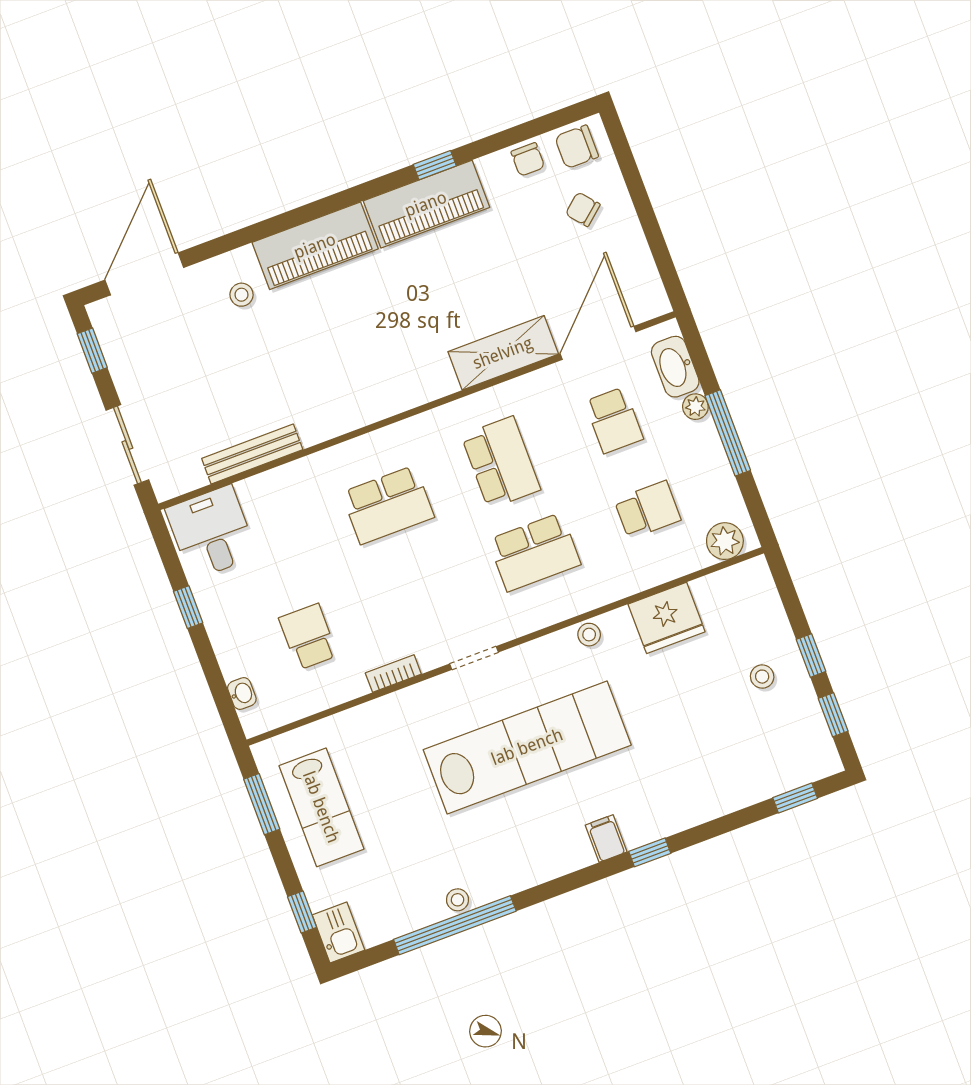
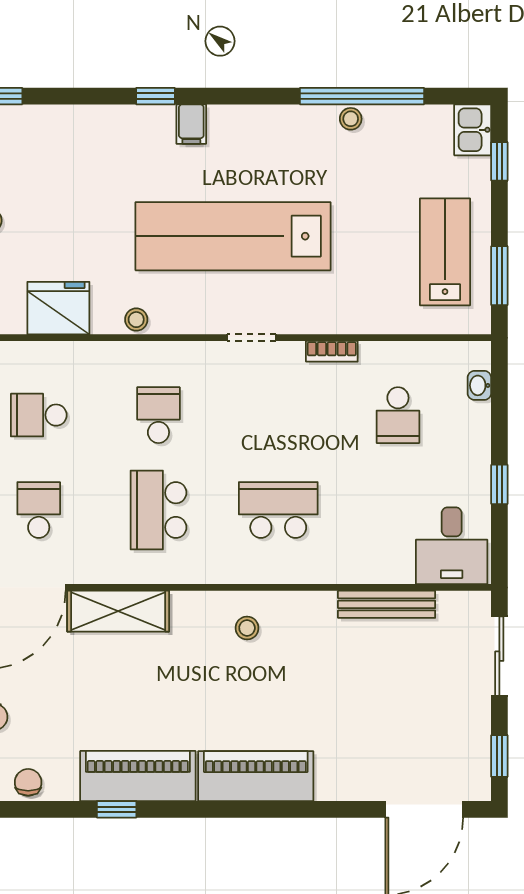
stool: (242, 295) -> (247, 628), moved
school desk: (534, 552) -> (158, 415), width x0.54

